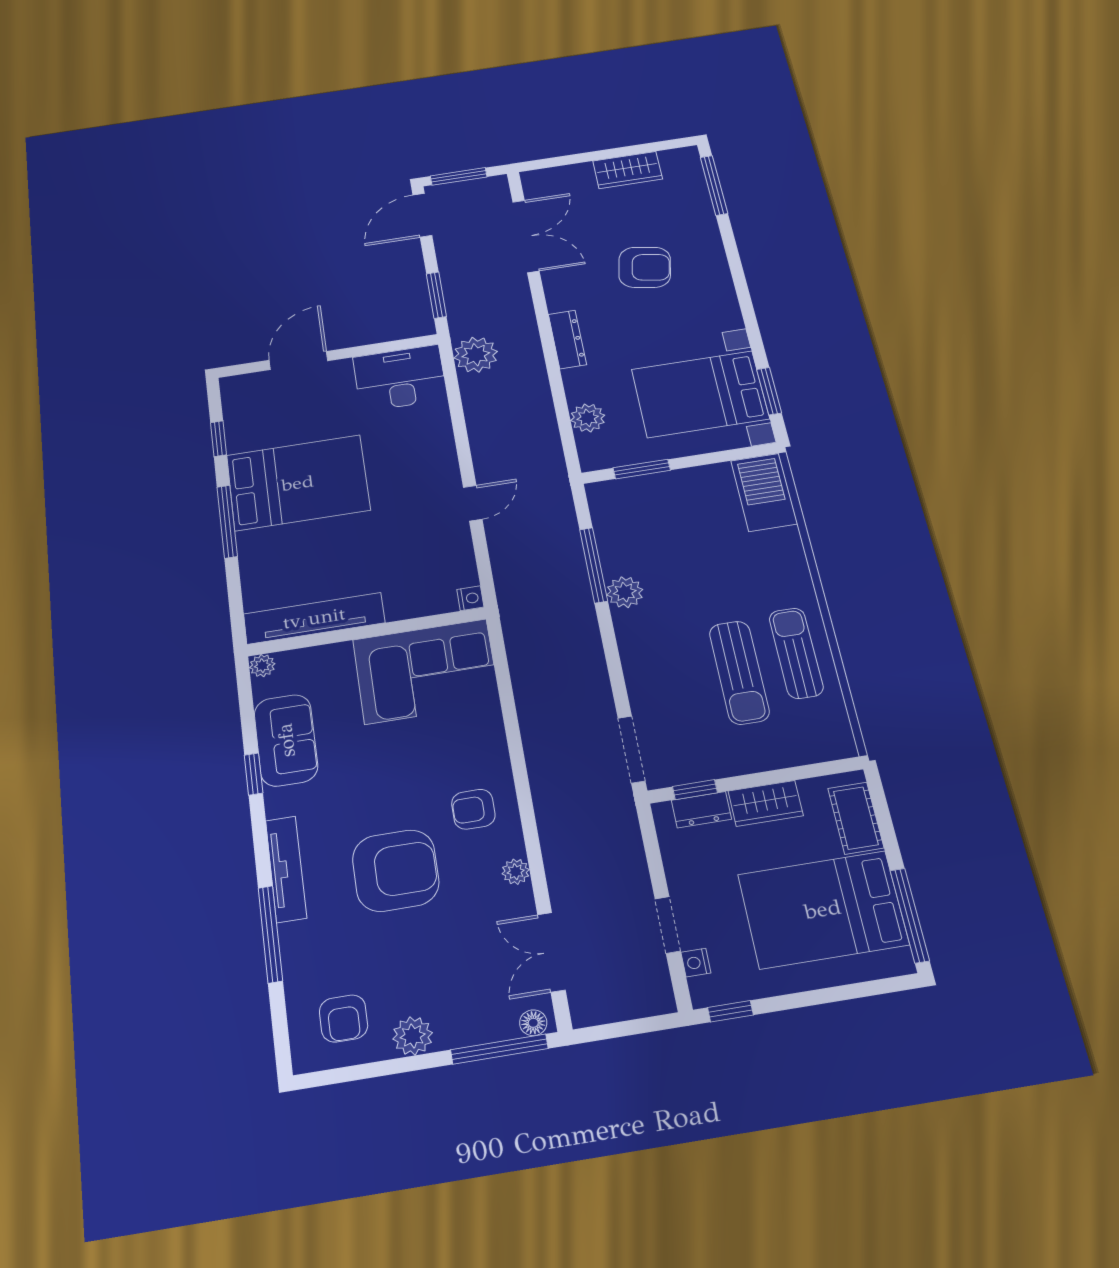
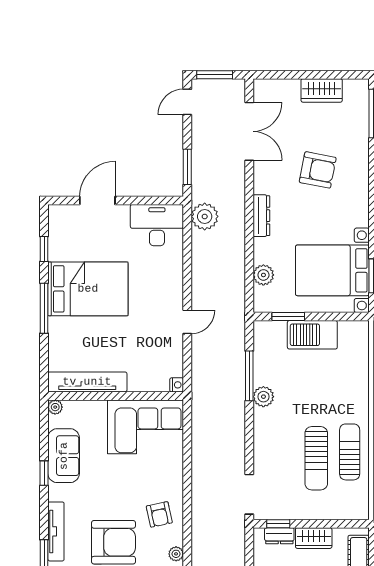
door: (422, 215) -> (187, 102), width x0.73
barbecue: (764, 492) -> (312, 335), moved, turned -90
armchair: (473, 809) -> (159, 514), turned -102

